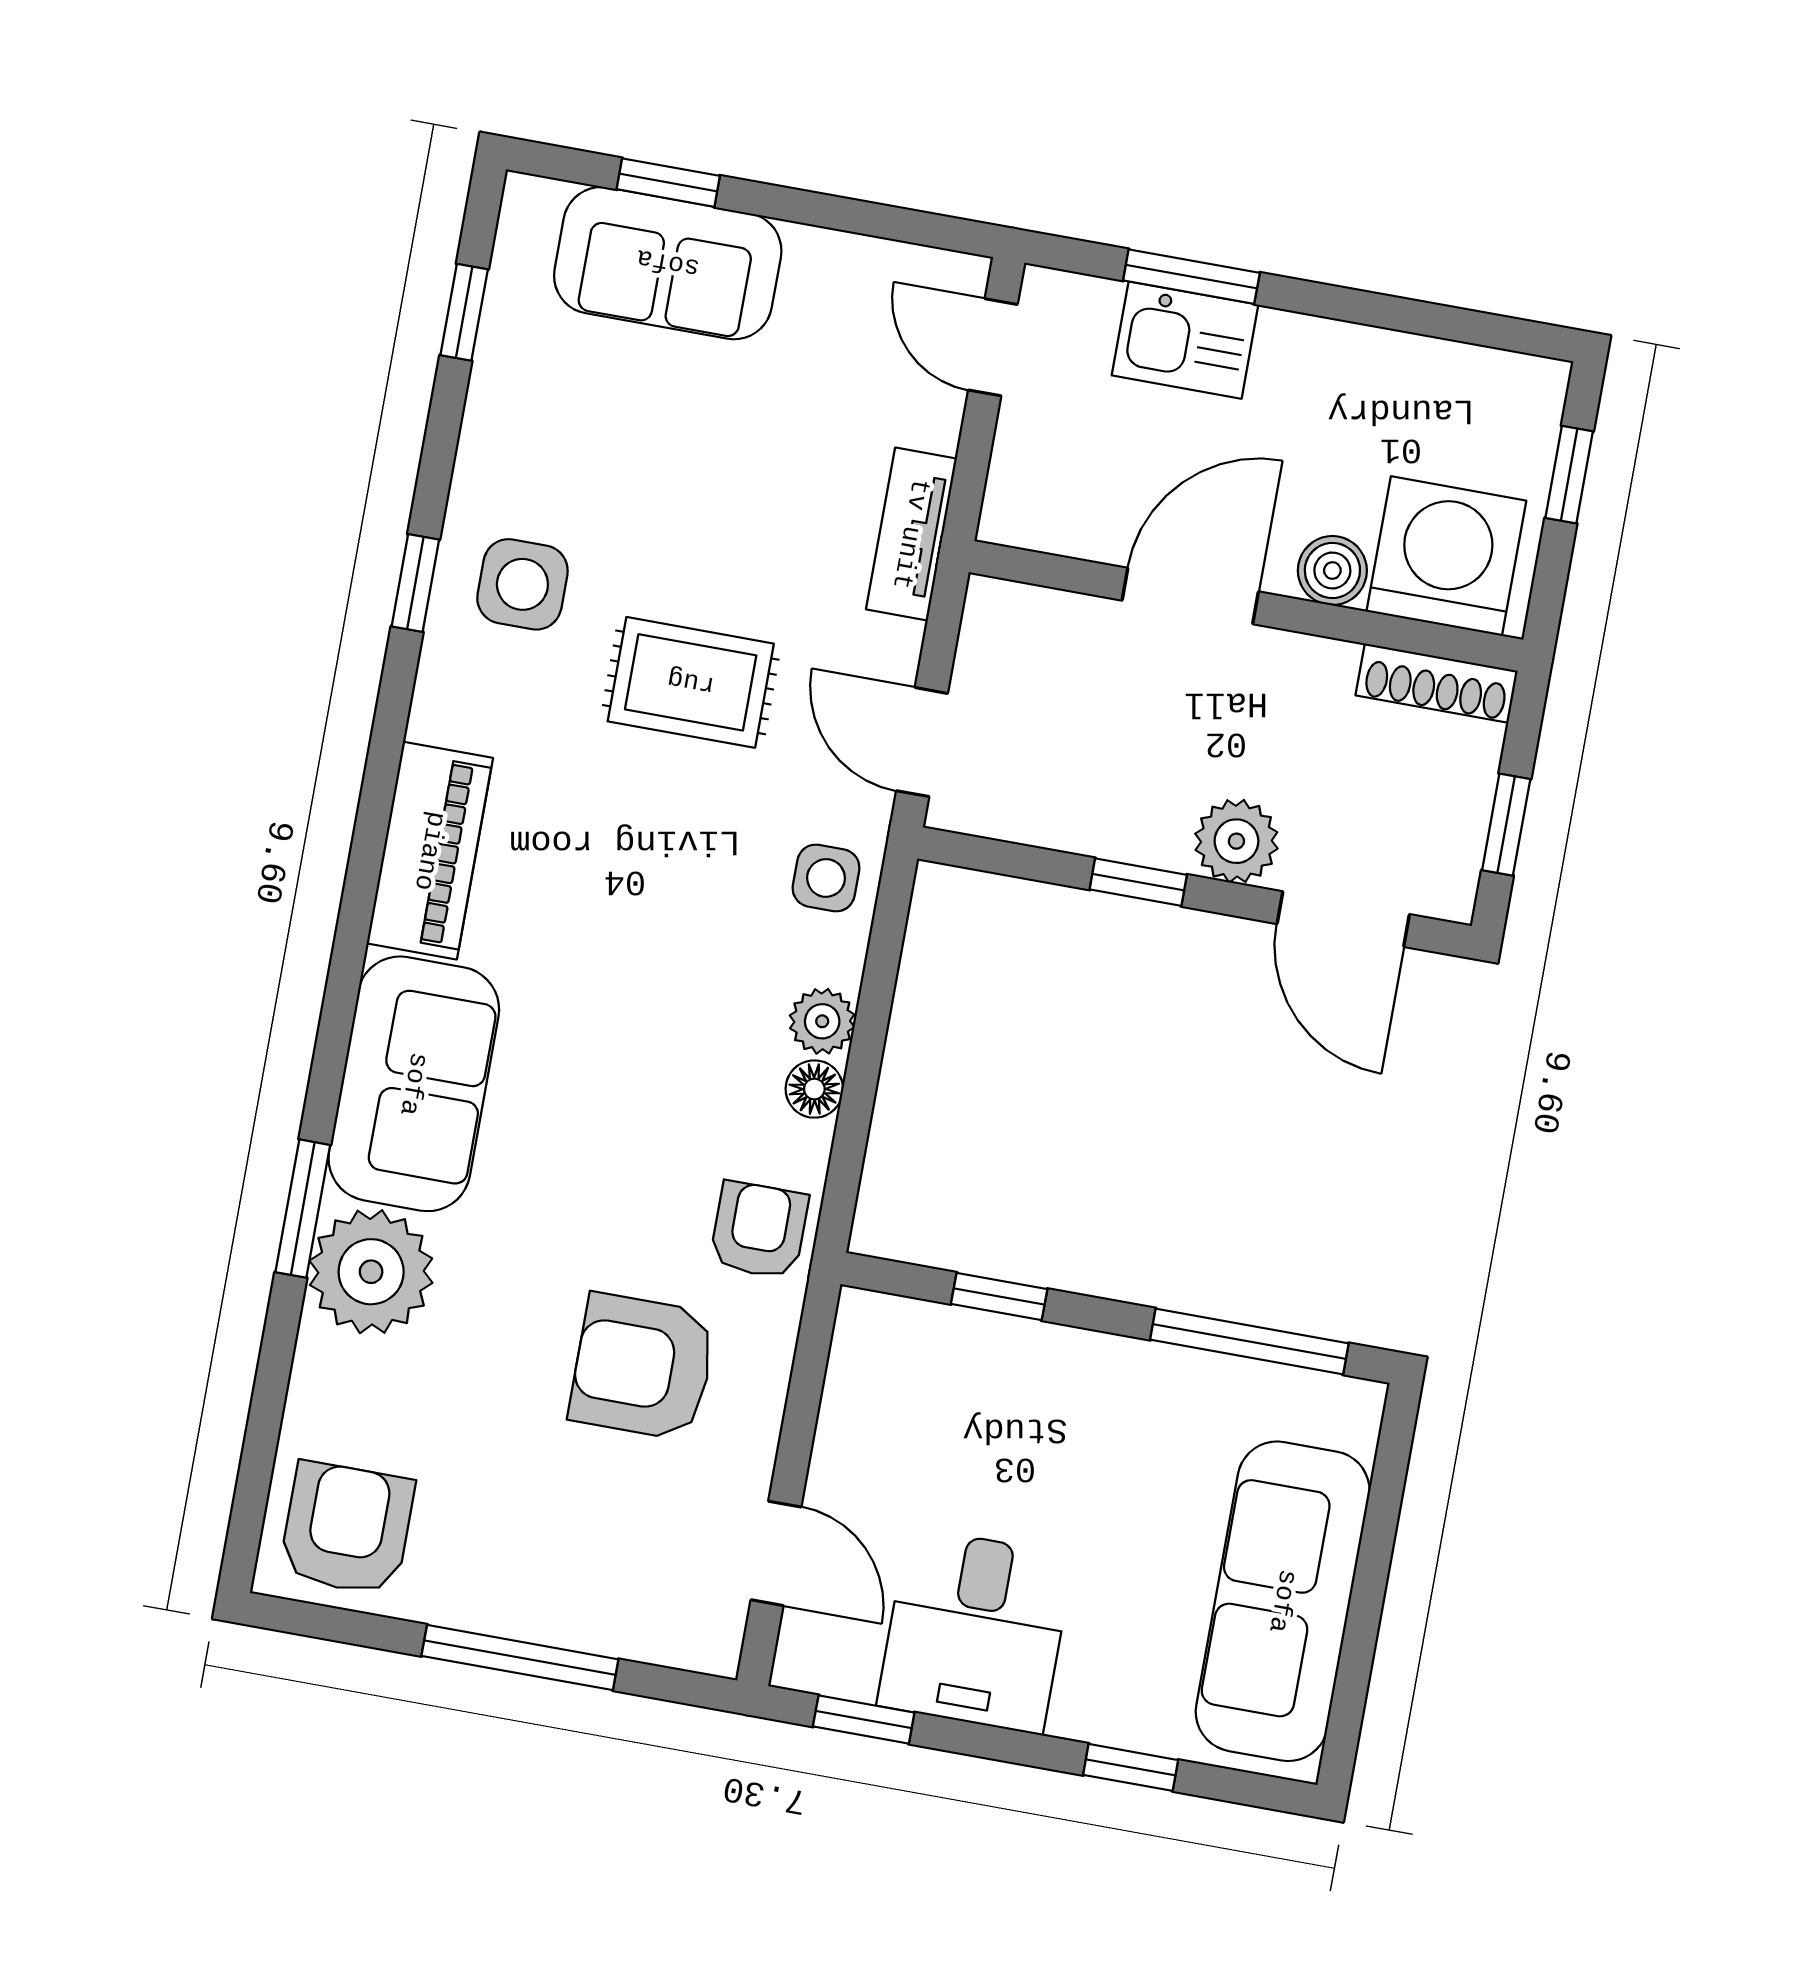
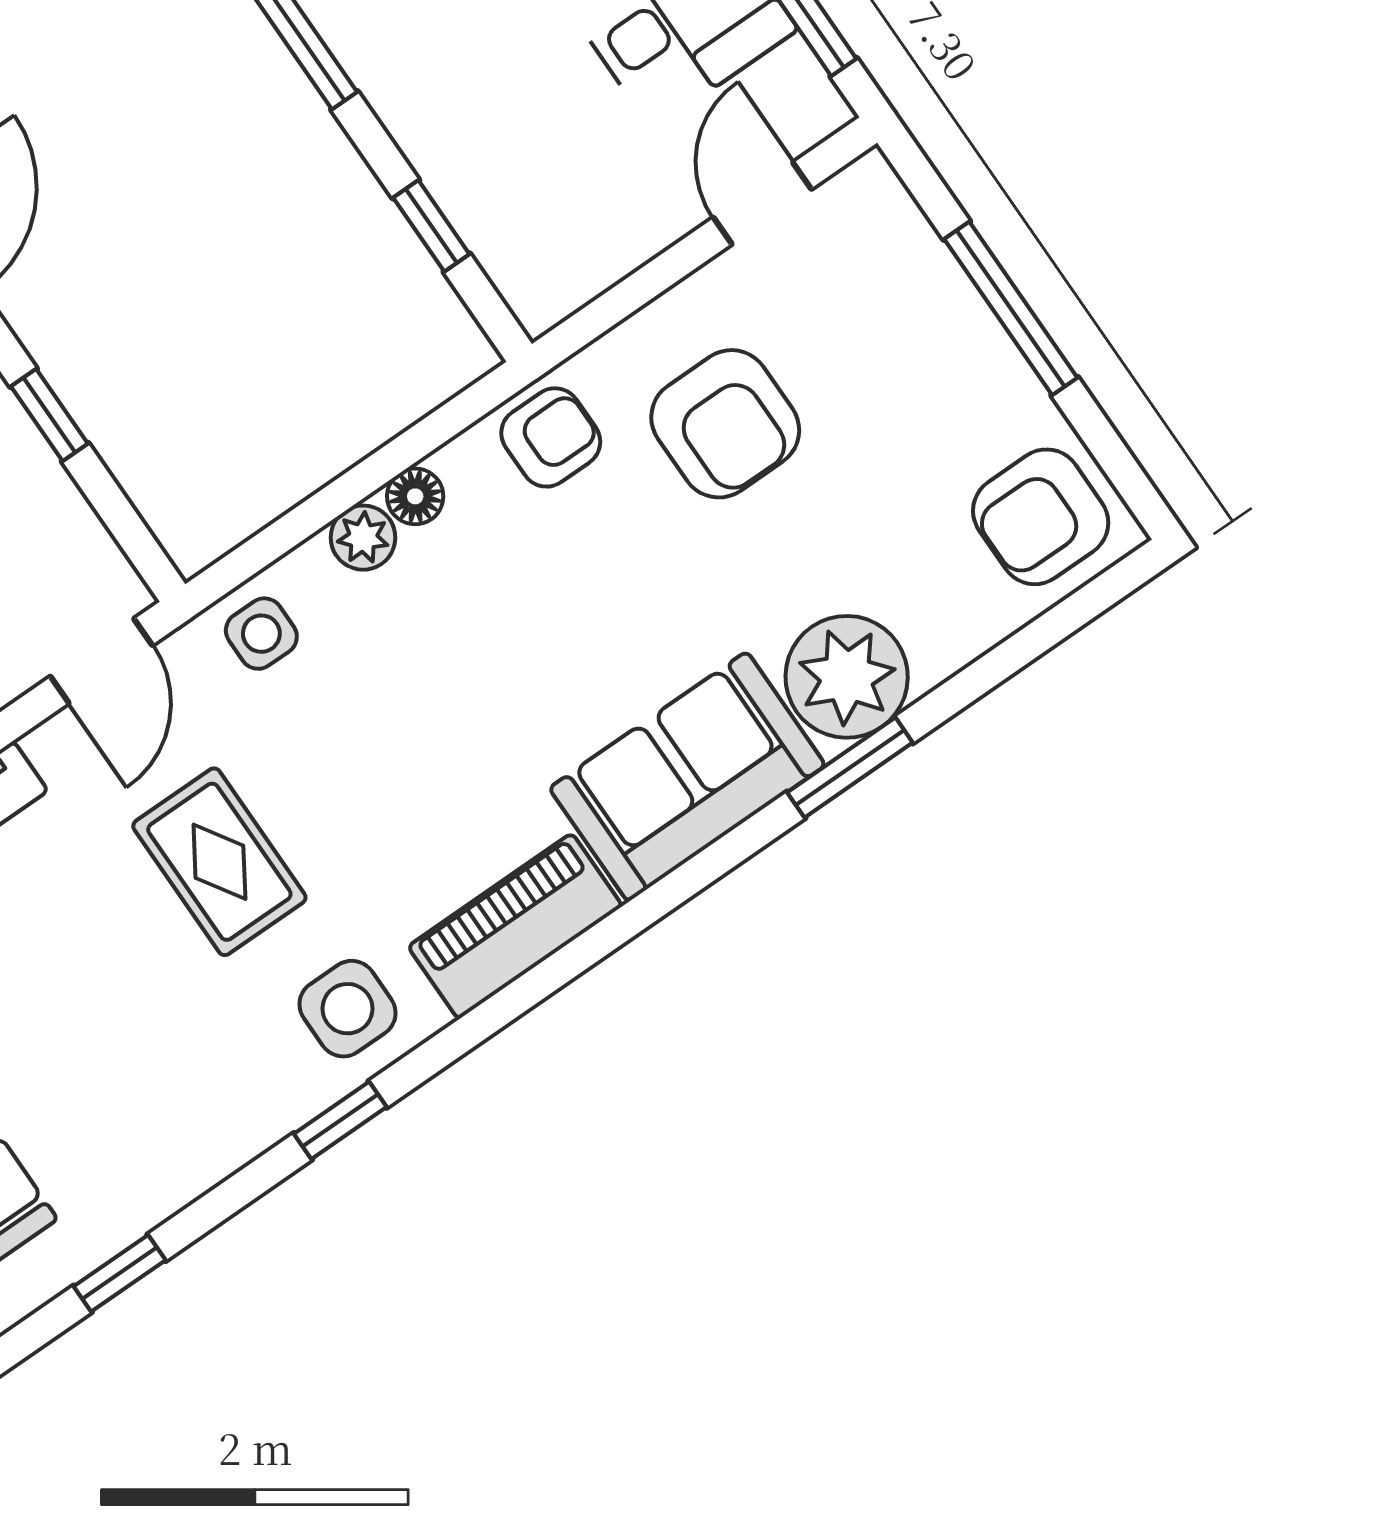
side table: (522, 584) -> (347, 1009), moved
armchair: (759, 1230) -> (551, 437), turned 180

